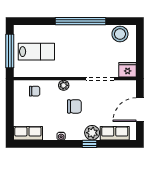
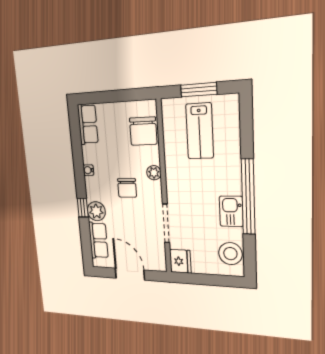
kitchen sink: (90, 33) -> (231, 211), added
window: (10, 51) -> (199, 90), width x0.69
chair: (35, 91) -> (143, 131), width x1.87, depth x1.87

